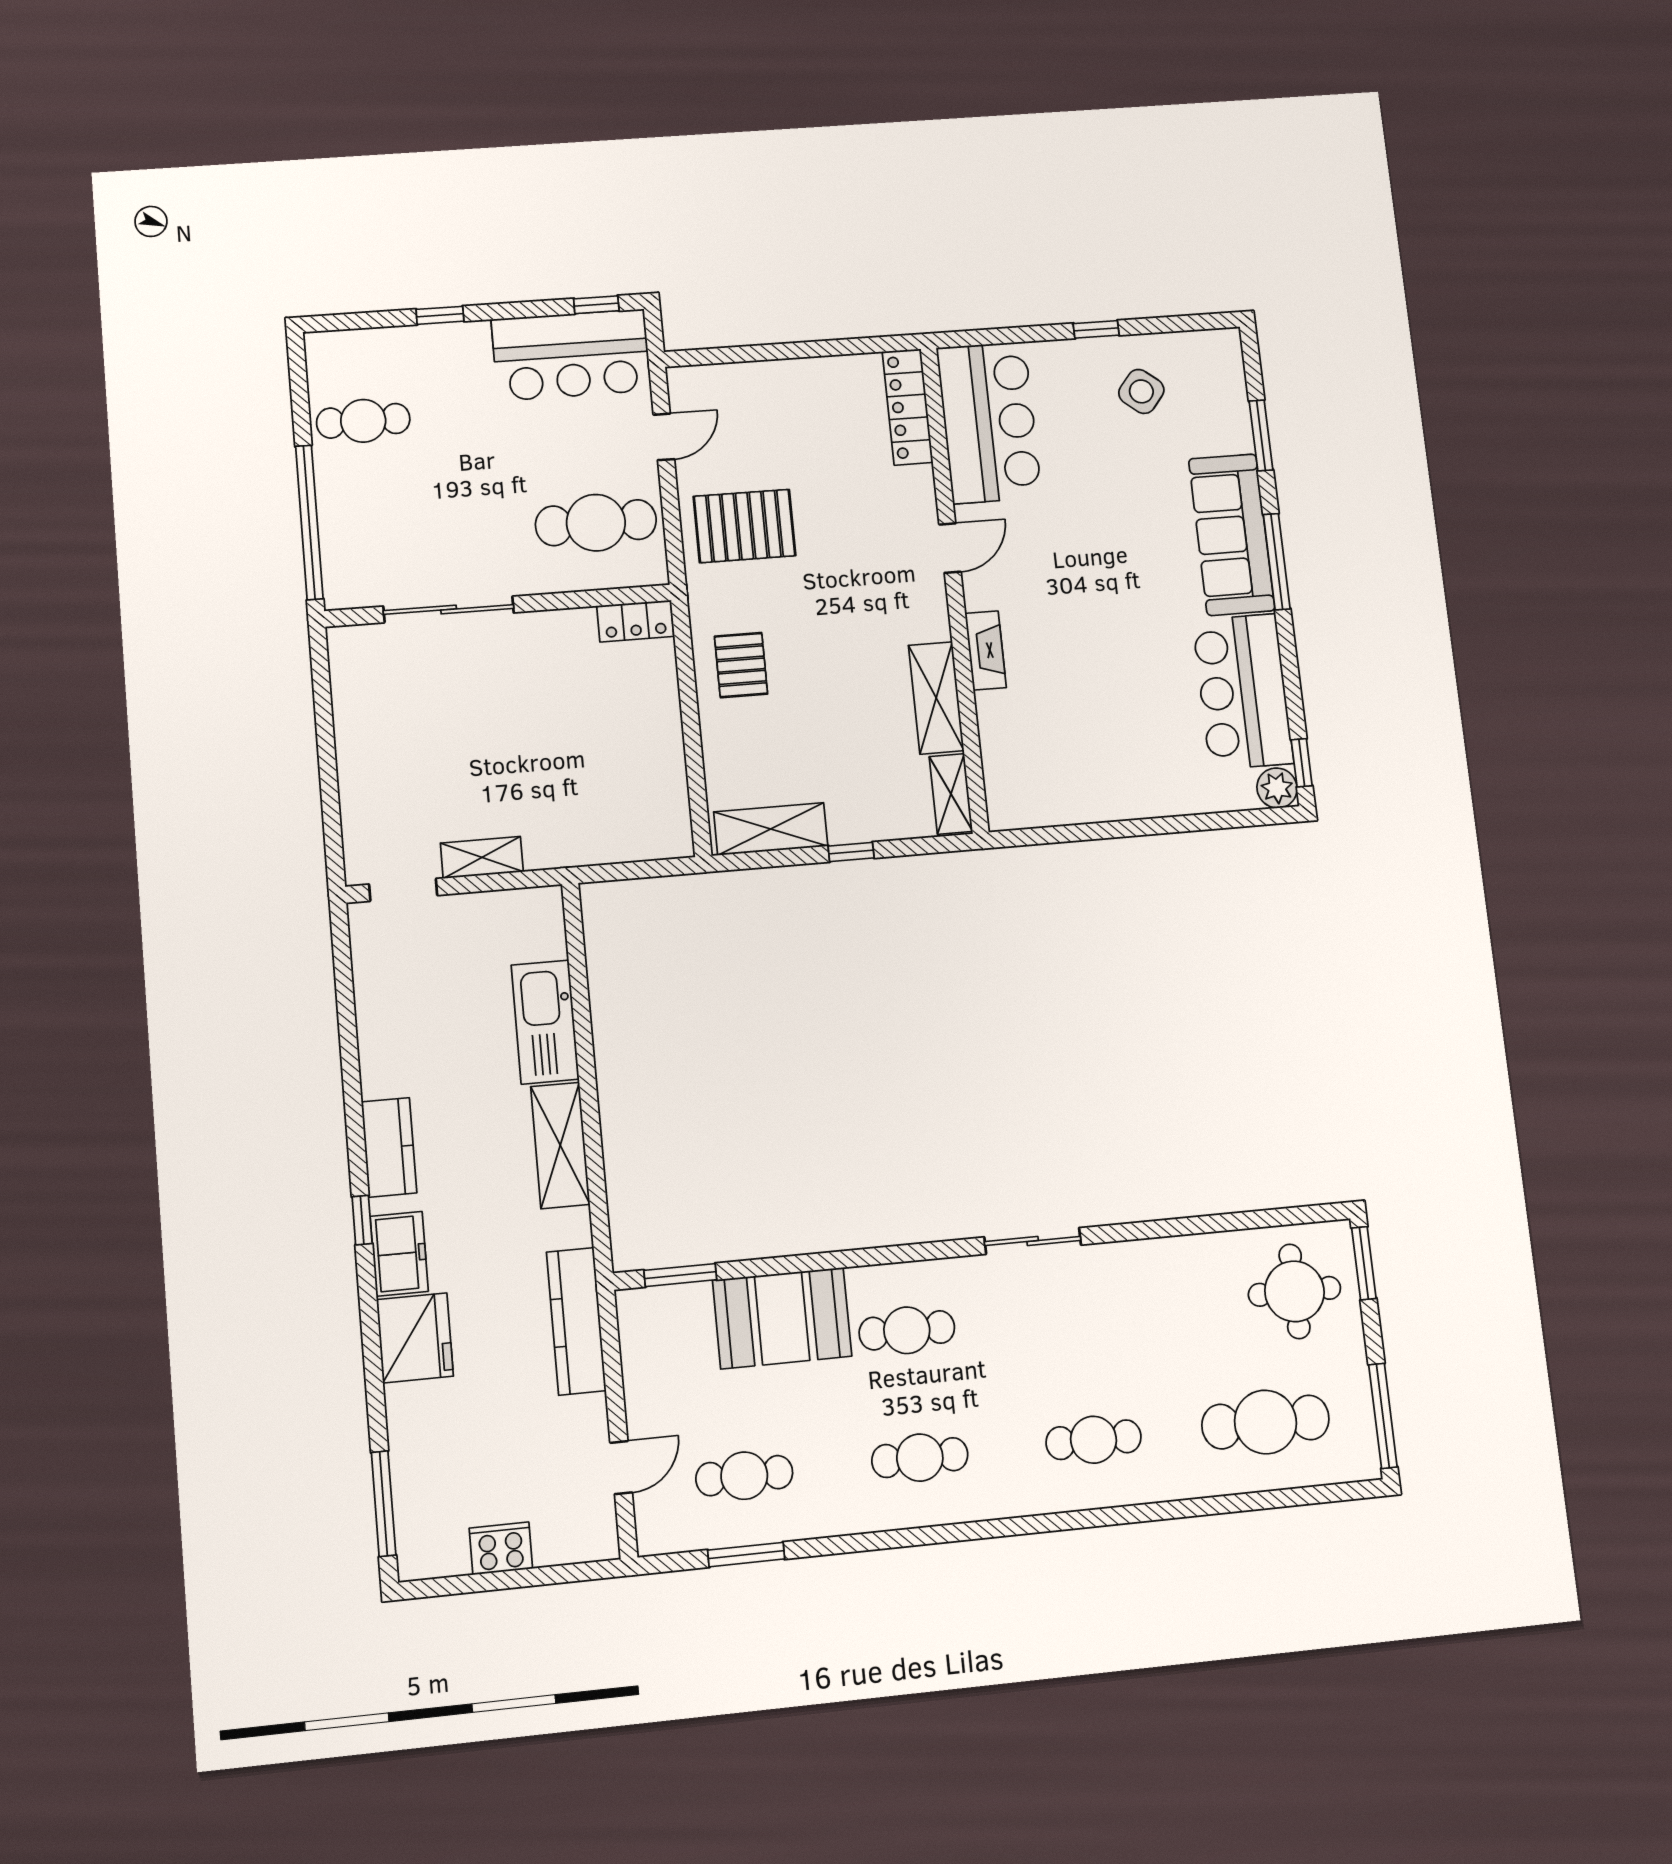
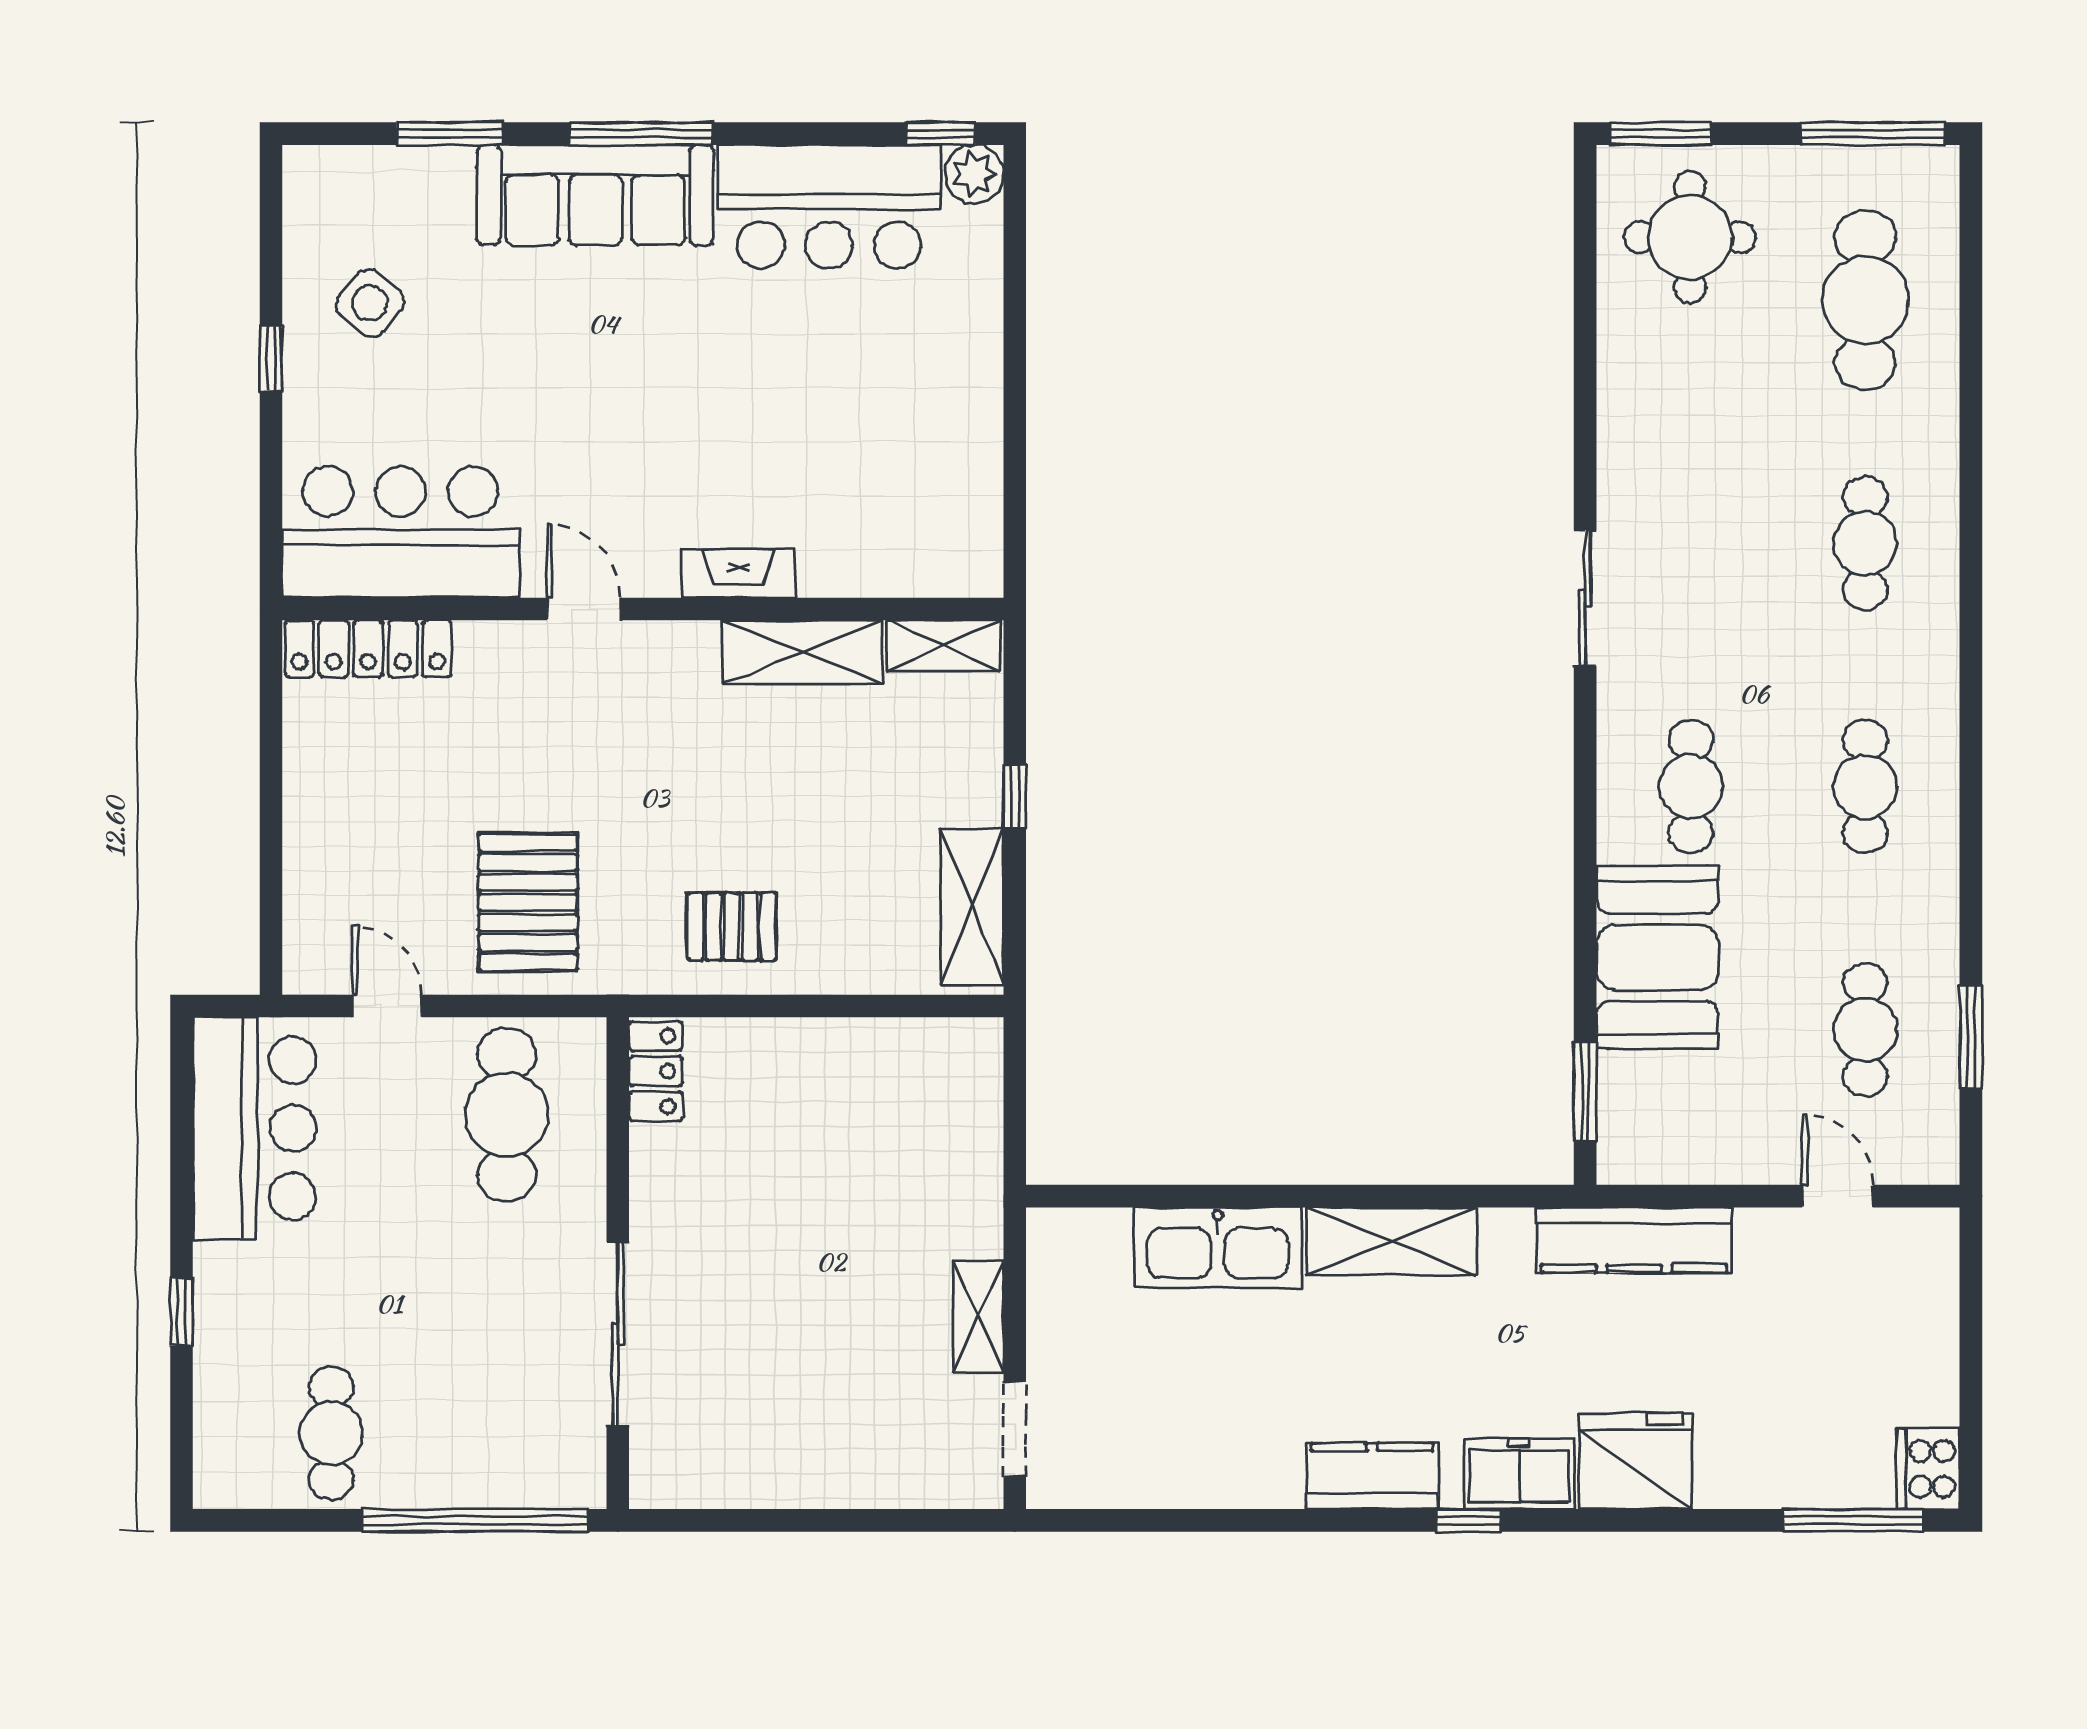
window: (596, 305) -> (182, 1086), removed
cooker: (501, 1548) -> (1928, 1469), moved

